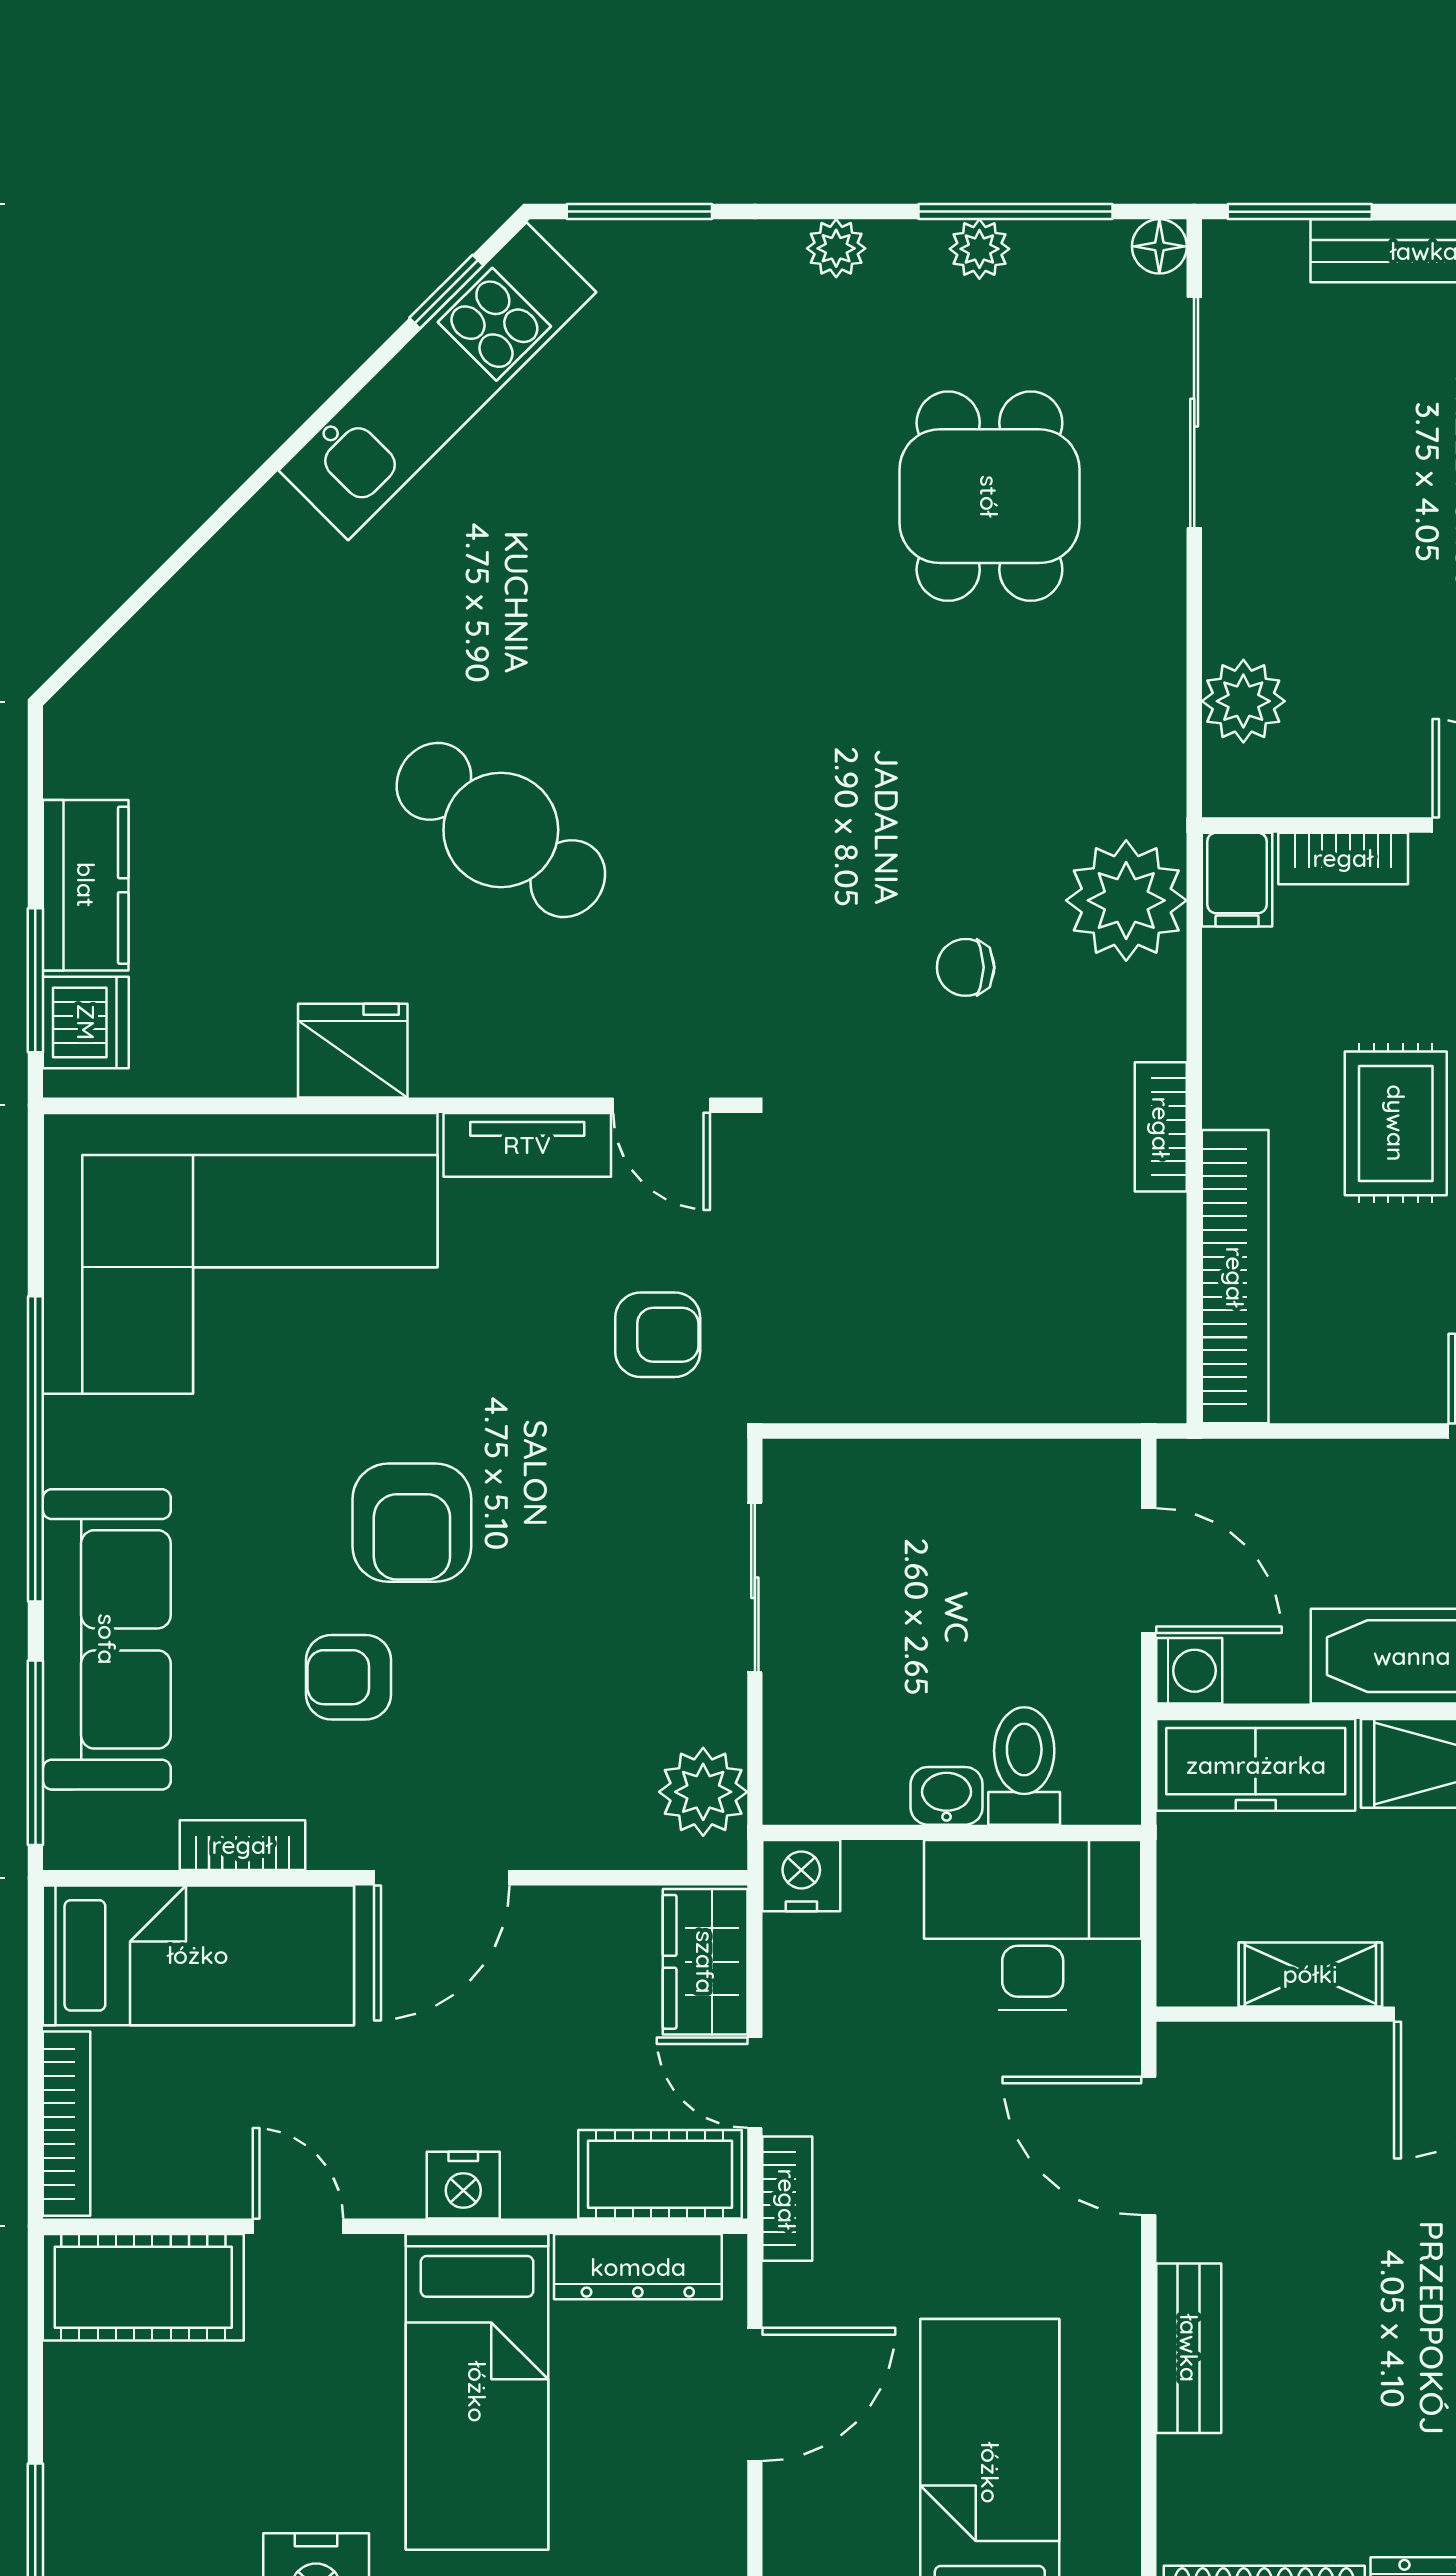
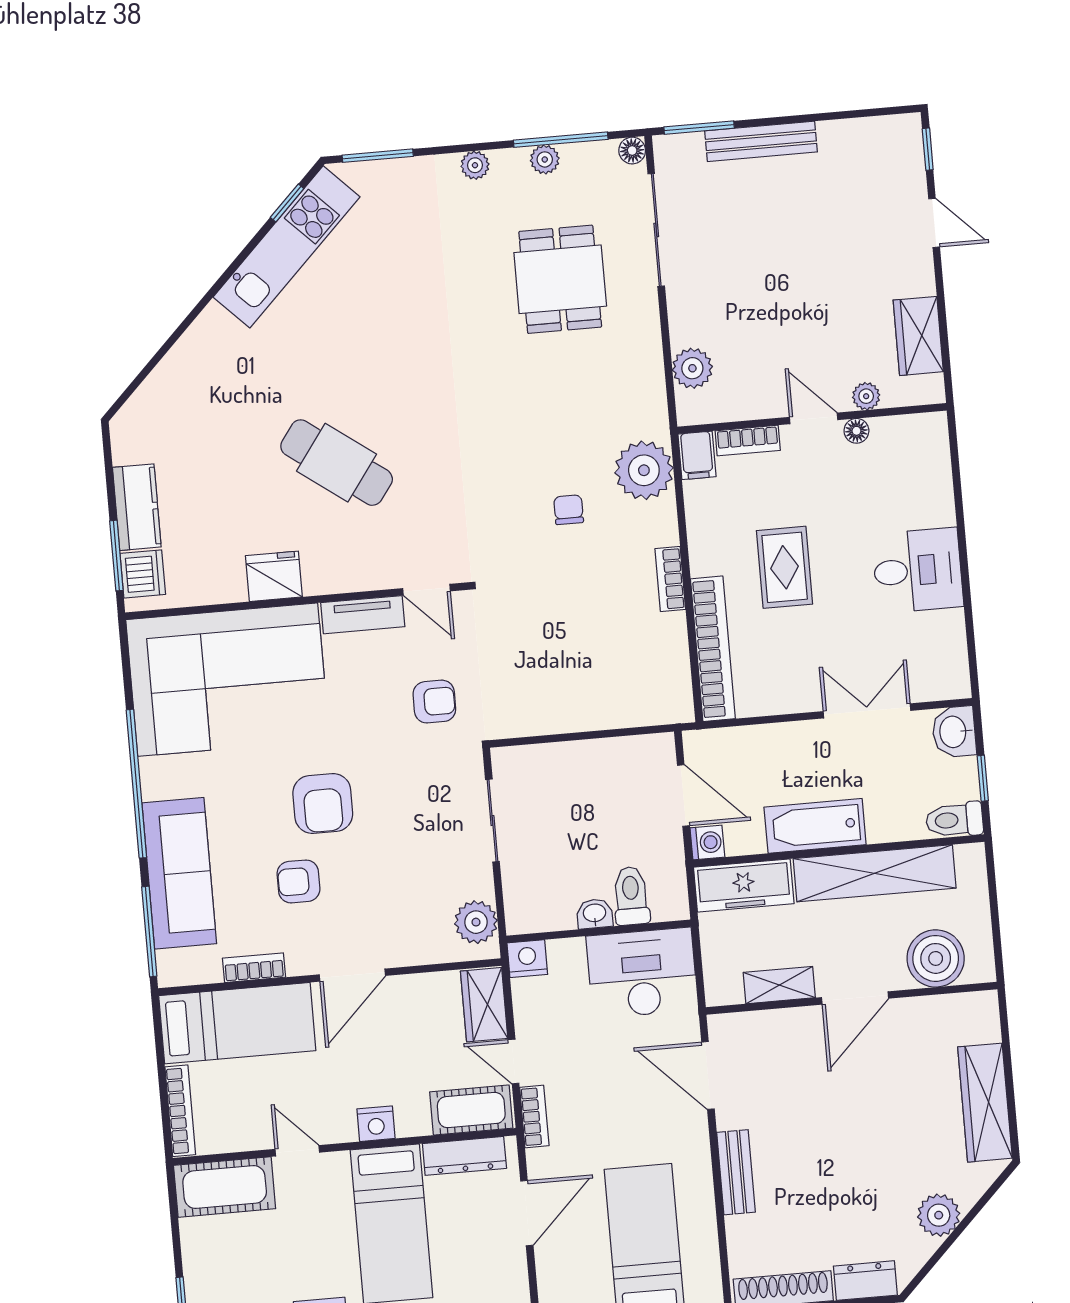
chair: (966, 967) -> (569, 510), turned 90

